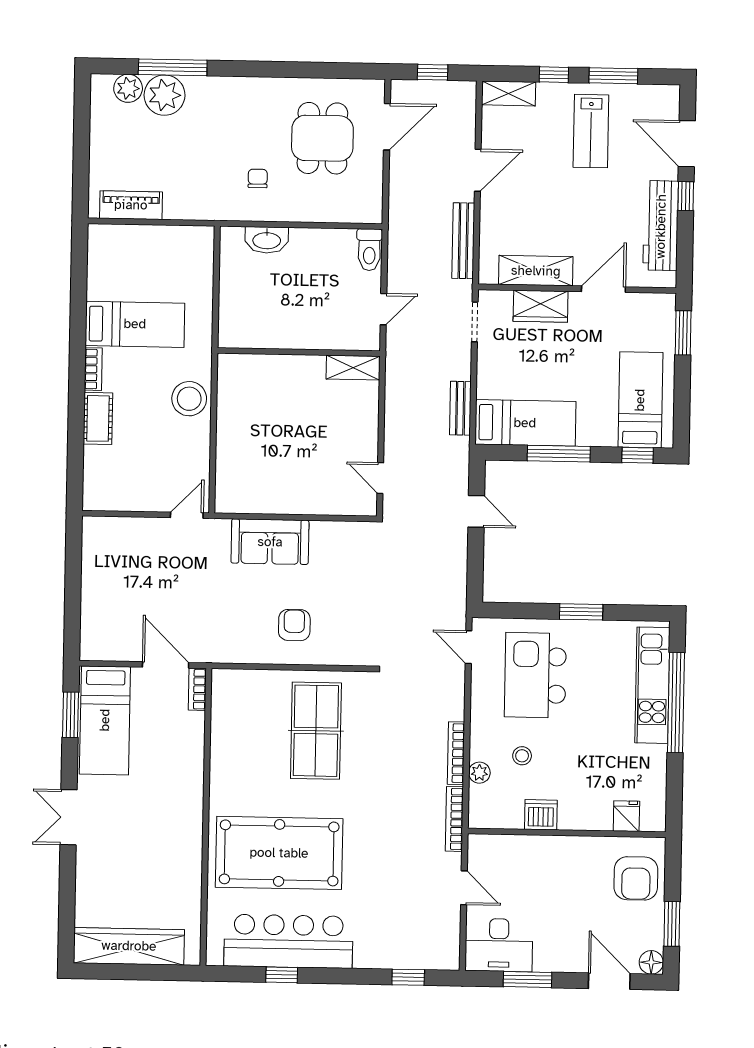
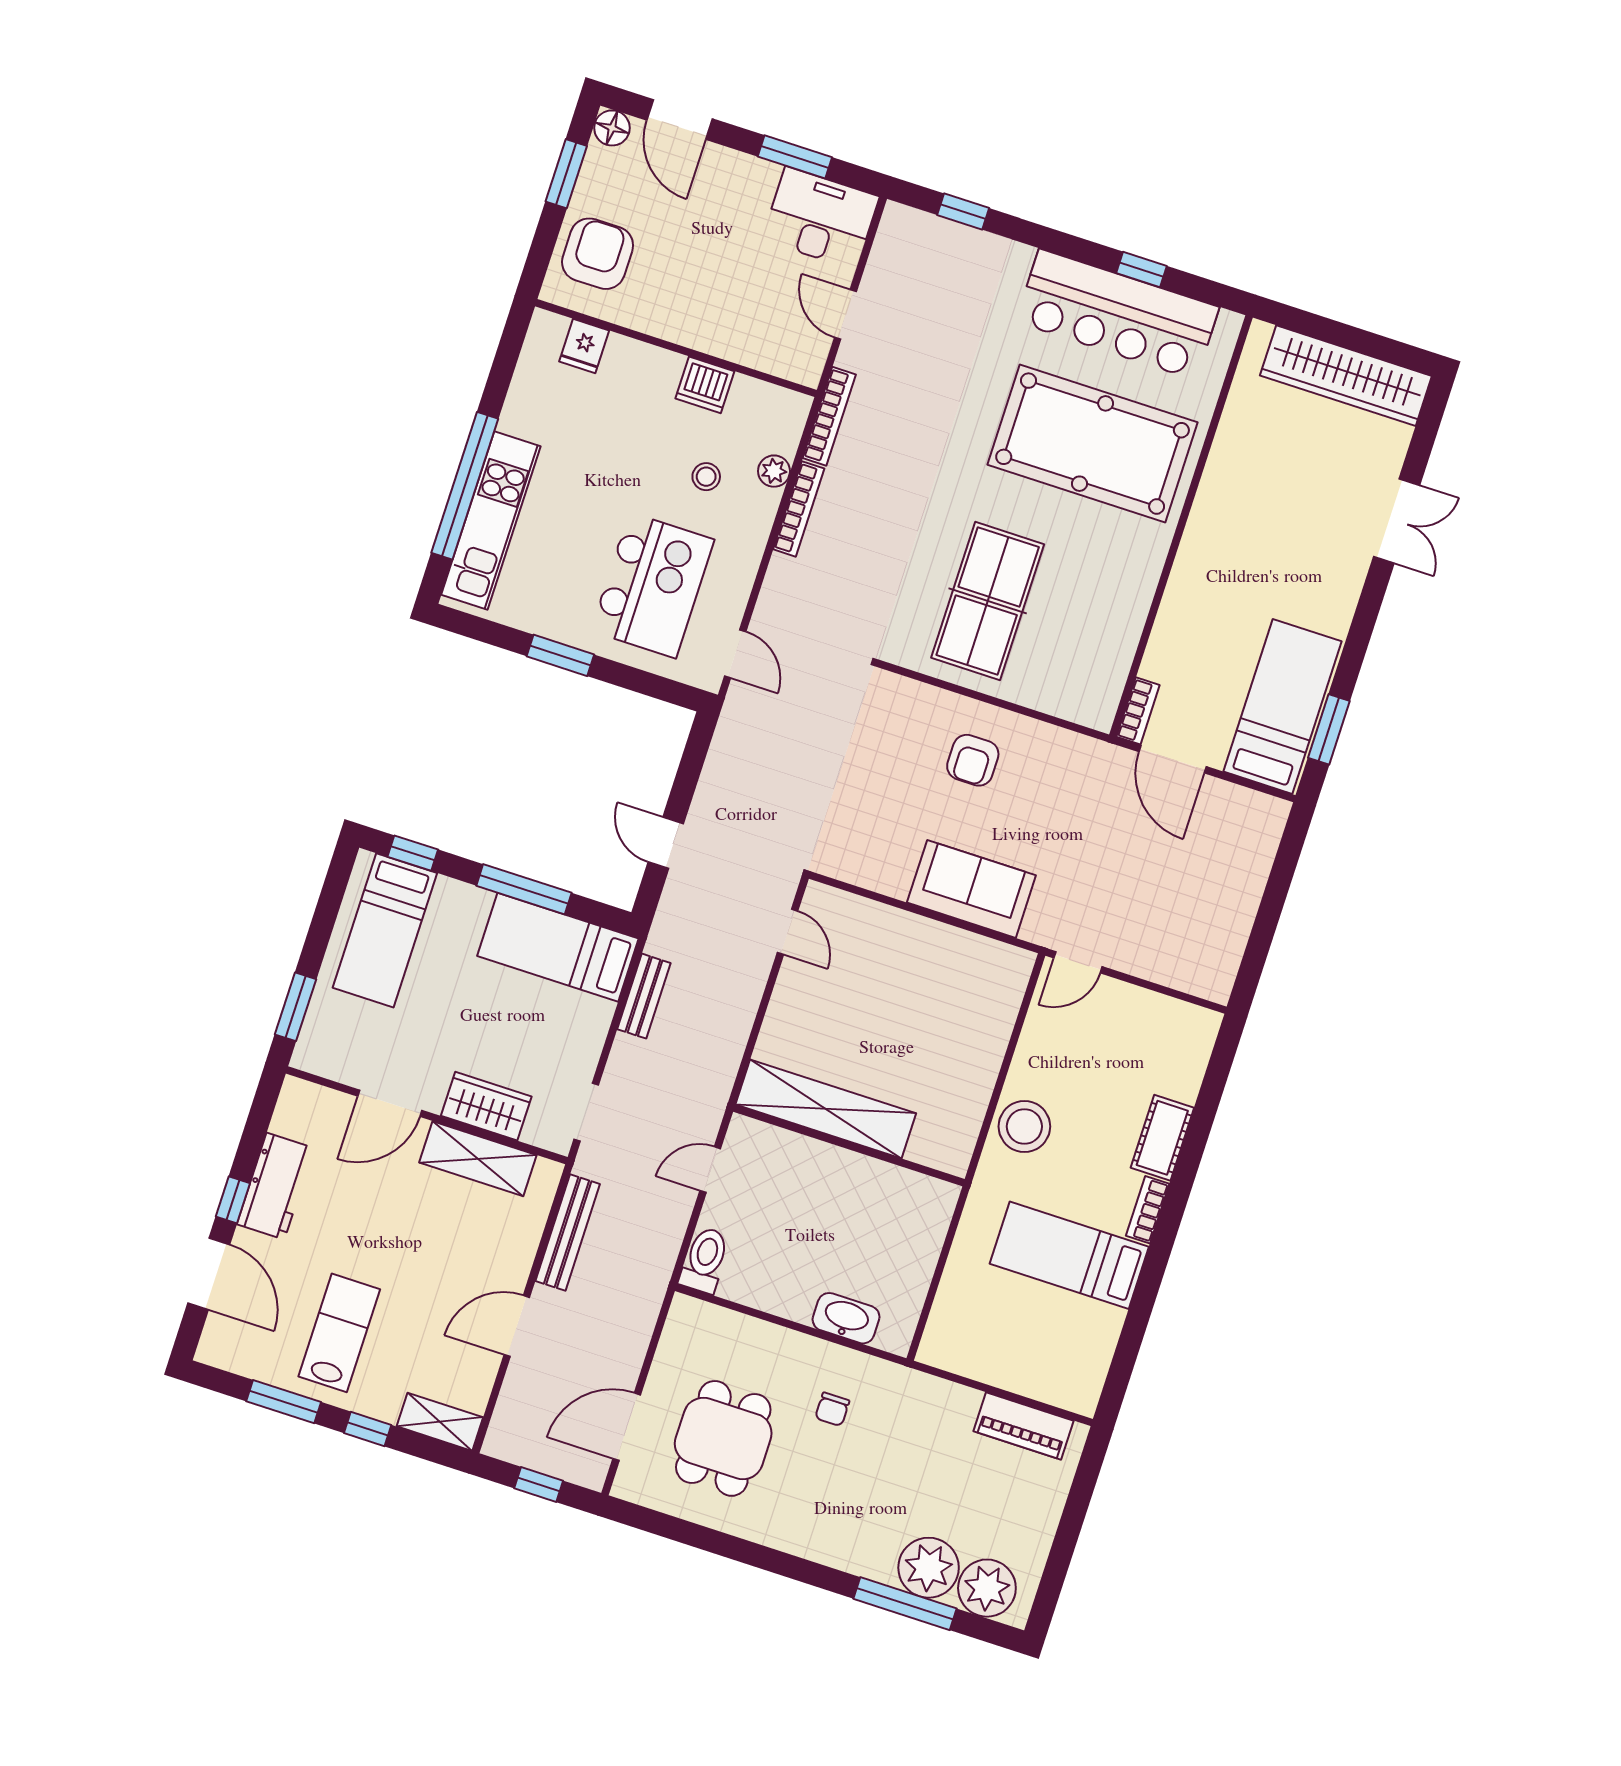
plant: (128, 88) -> (987, 1588), width x1.36, depth x1.36
workbench: (661, 226) -> (275, 1186), width x0.73
shelving: (353, 368) -> (826, 1109), width x2.20, depth x1.33
double door: (69, 817) -> (1397, 521), moved

